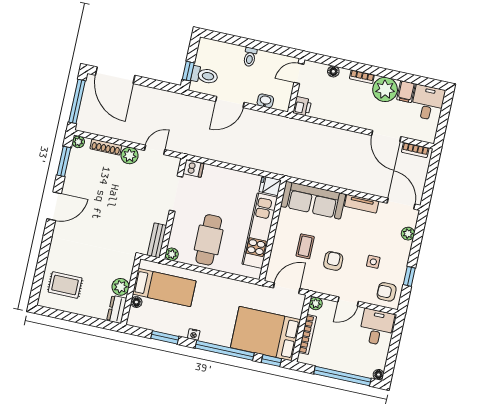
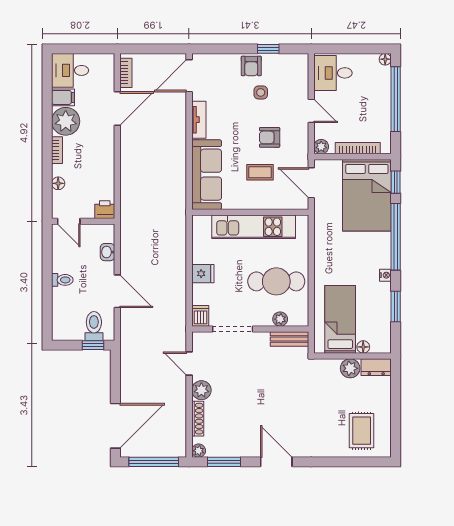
fridge: (270, 186) -> (203, 274), moved, turned -90
plant: (408, 234) -> (221, 61), removed
plant: (172, 254) -> (280, 319), moved
armchair: (387, 292) -> (251, 66), moved

